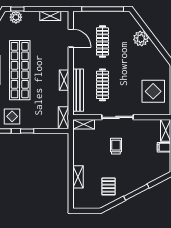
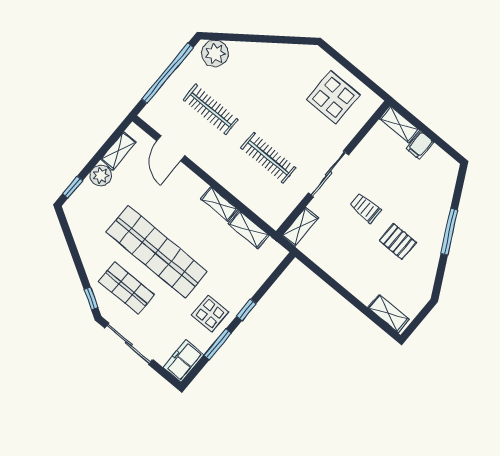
plant: (16, 17) -> (101, 176), moved
door: (71, 38) -> (171, 148), swing flipped
plant: (141, 39) -> (215, 53), moved
bench: (78, 90) -> (248, 196), removed
shelving: (64, 118) -> (249, 229), moved
shelving: (78, 177) -> (389, 313), moved
pallet: (108, 186) -> (398, 242), moved

